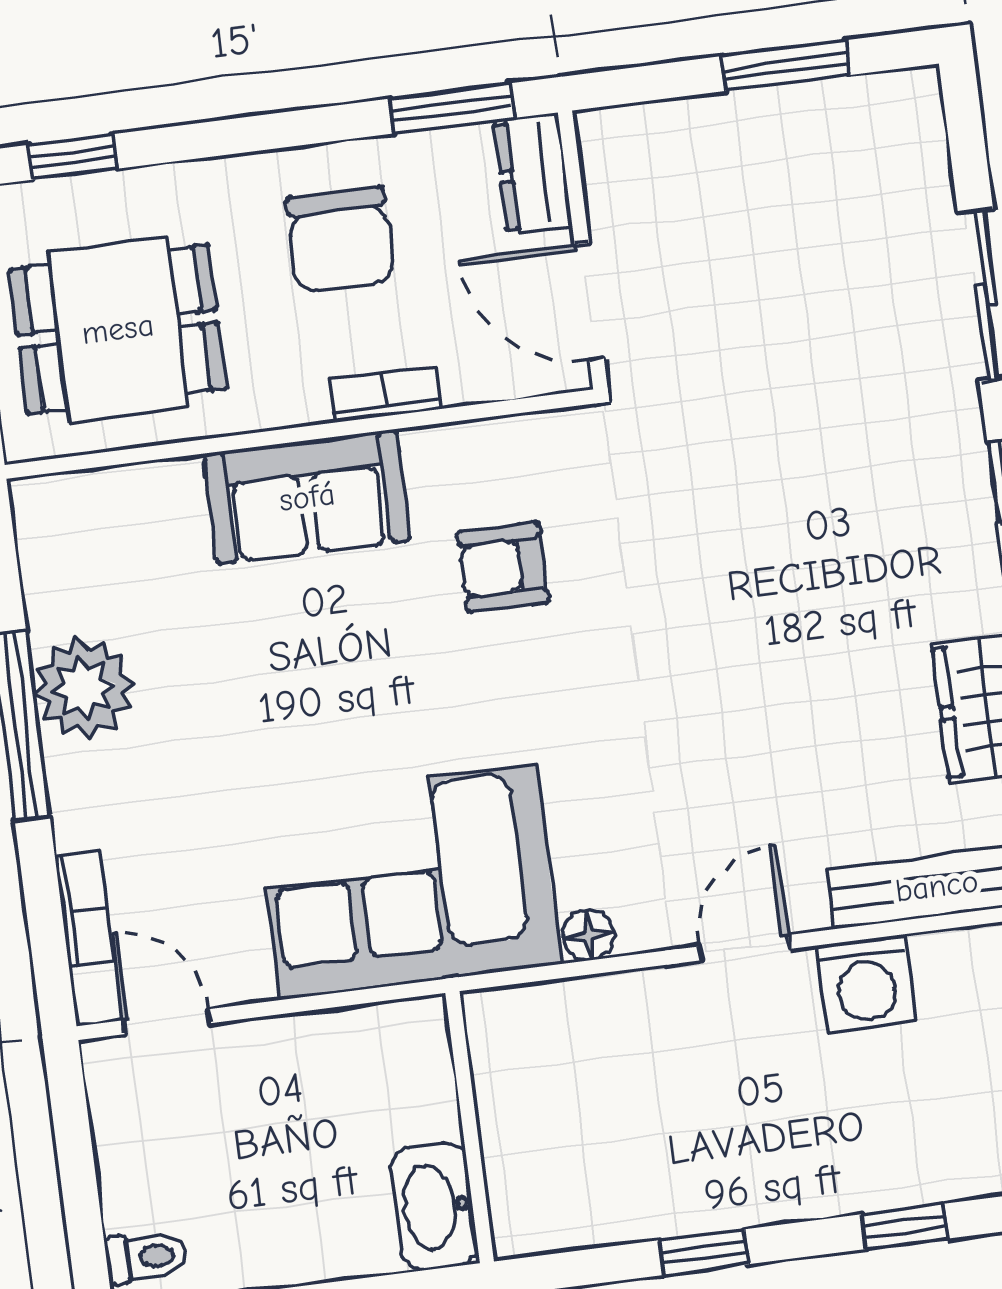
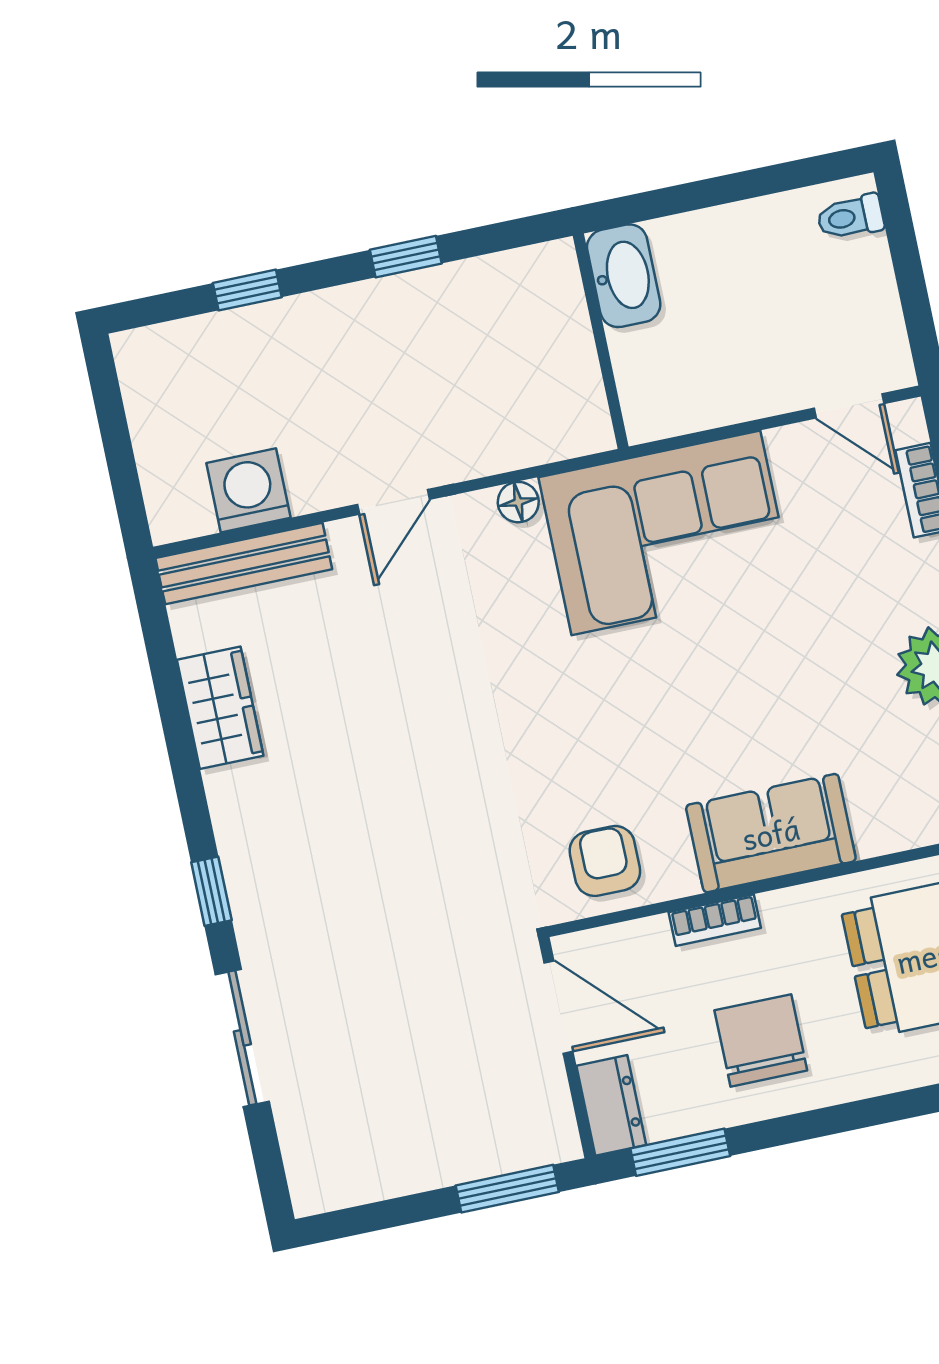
window: (785, 66) -> (507, 1189), moved
armchair: (503, 567) -> (605, 861), moved, turned -90
washing machine: (866, 984) -> (248, 490), moved

